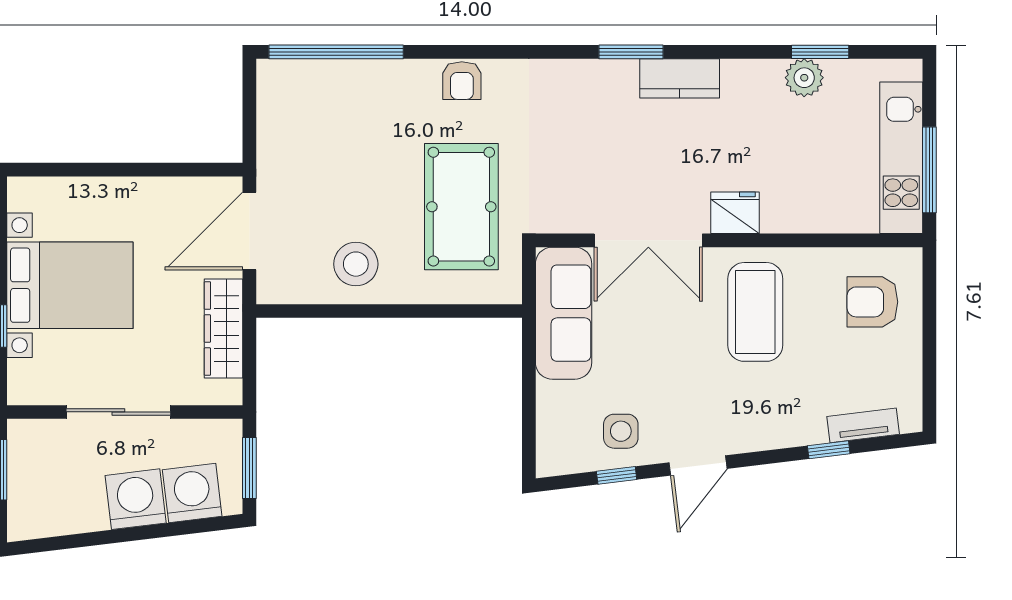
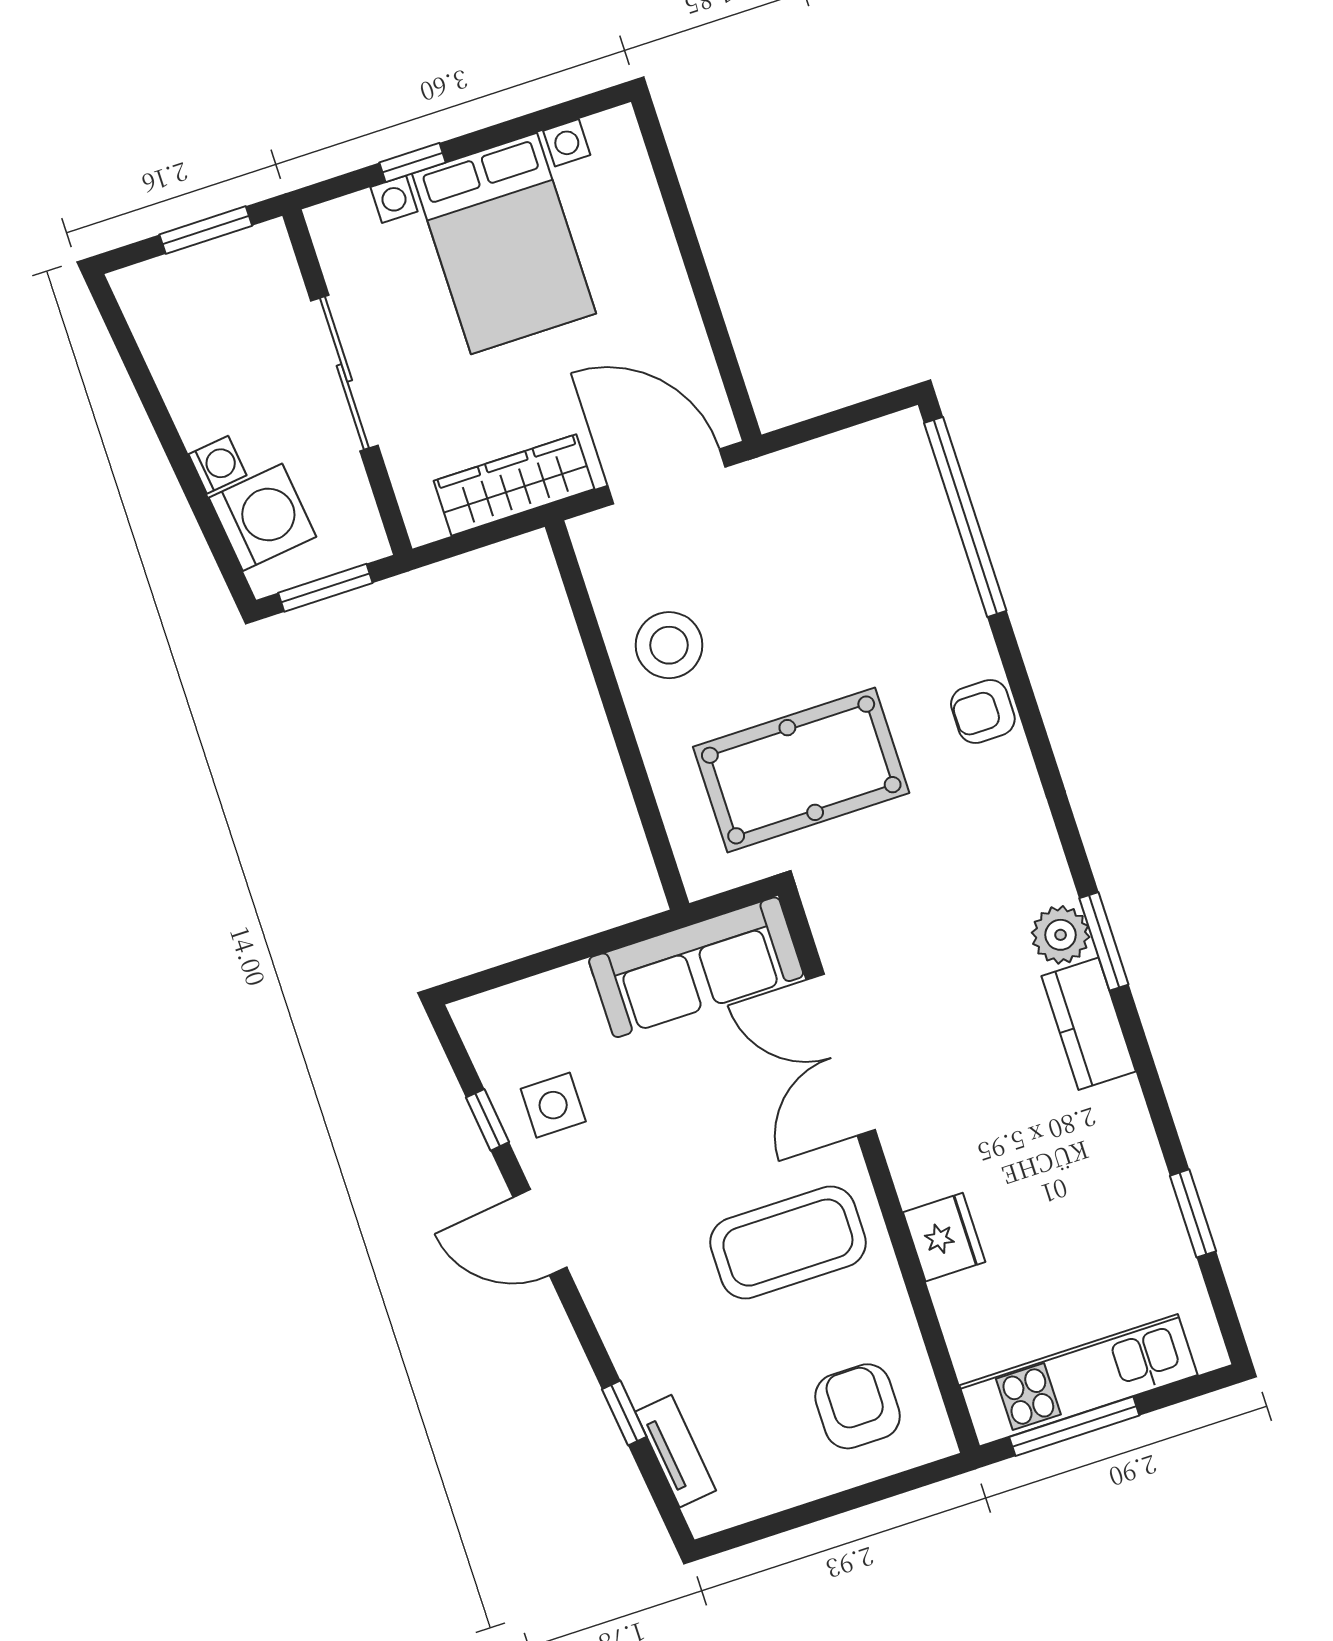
plant: (804, 78) -> (1061, 935), moved
fridge: (735, 213) -> (944, 1237), moved
washing machine: (136, 499) -> (217, 465), width x0.53, depth x0.53

